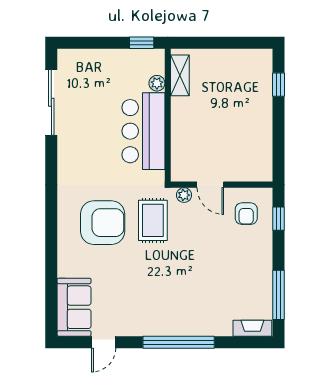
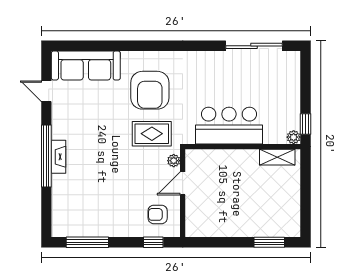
plant: (157, 83) -> (294, 137), moved
window: (278, 85) -> (269, 242), width x1.50
sofa: (74, 307) -> (86, 66), width x1.36
fireplace: (252, 328) -> (59, 157), moved

